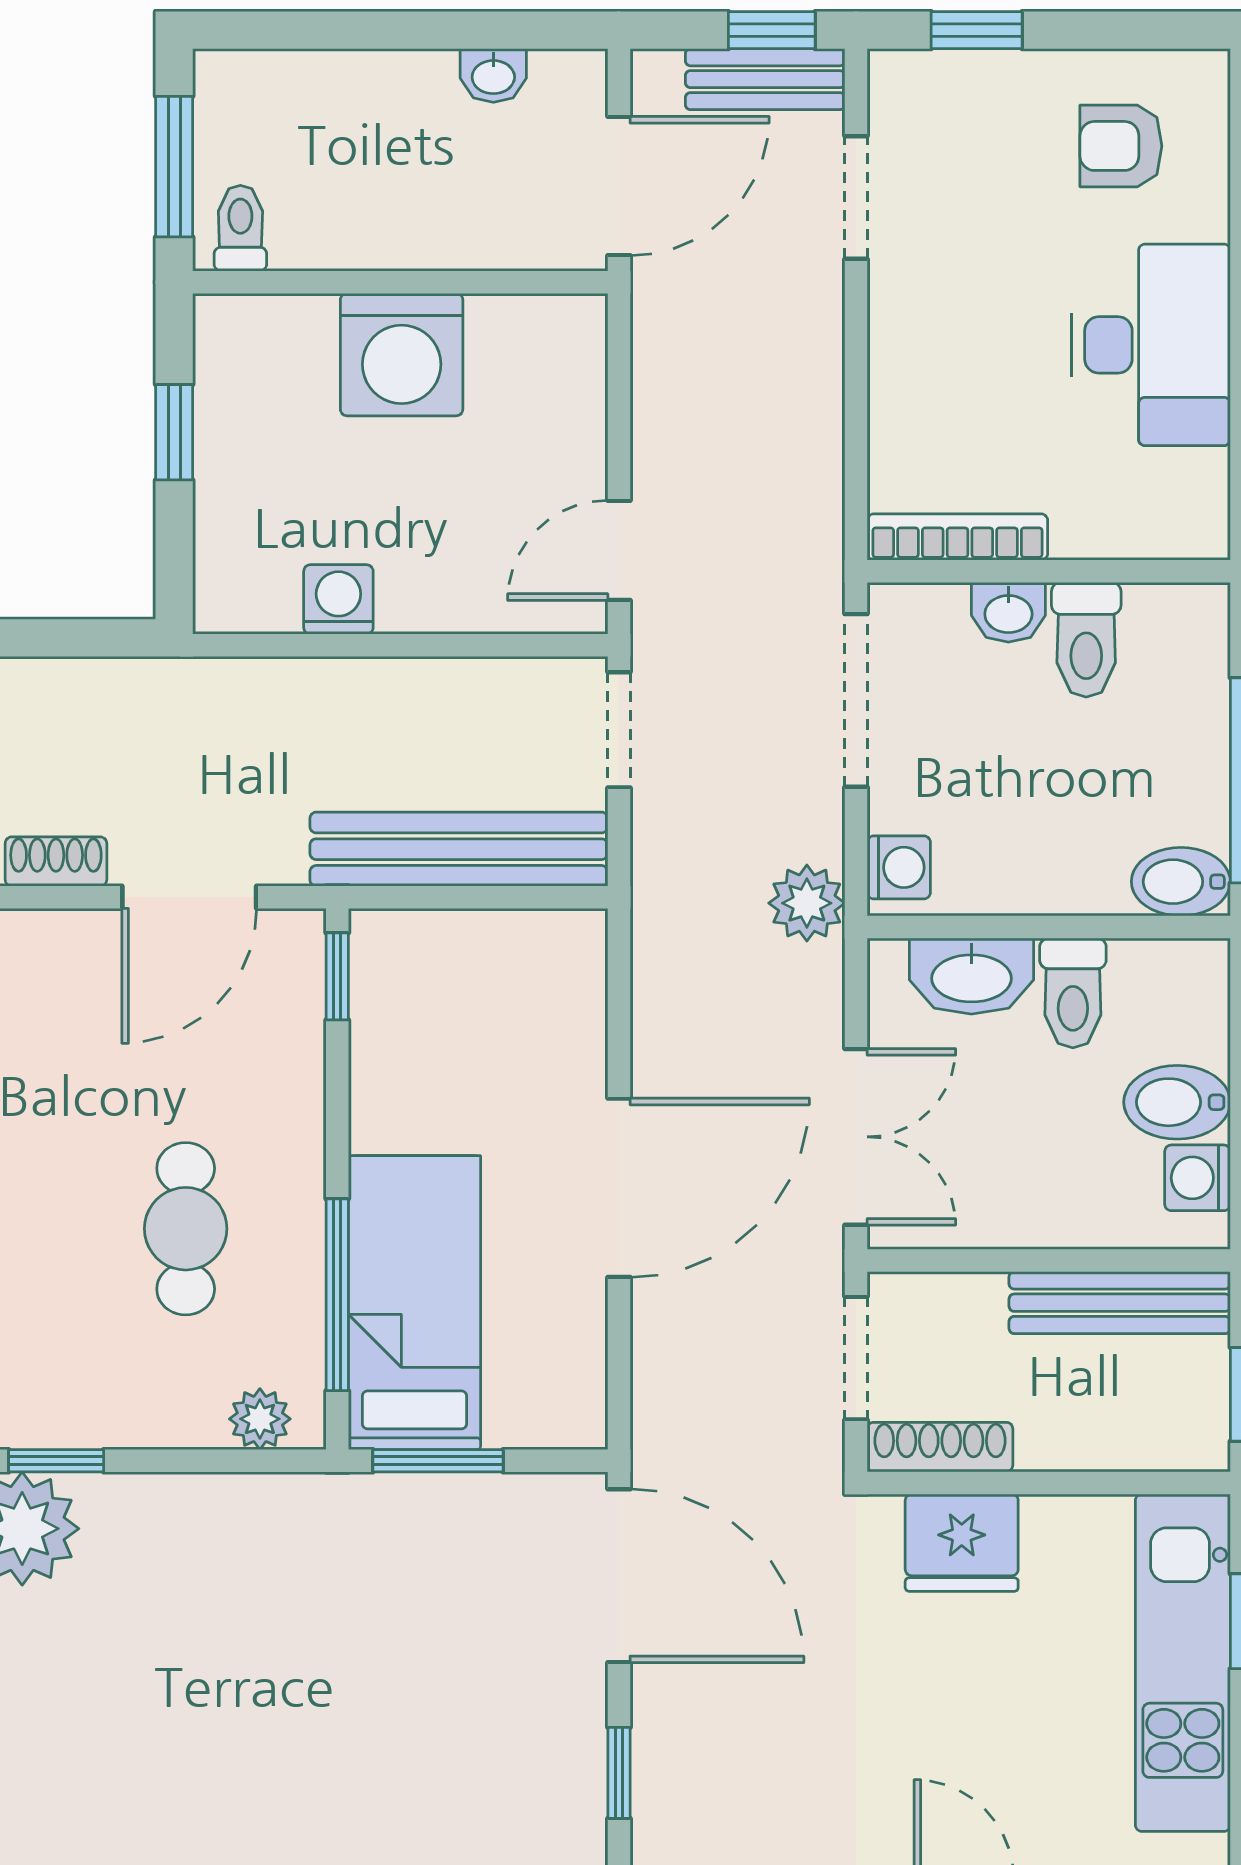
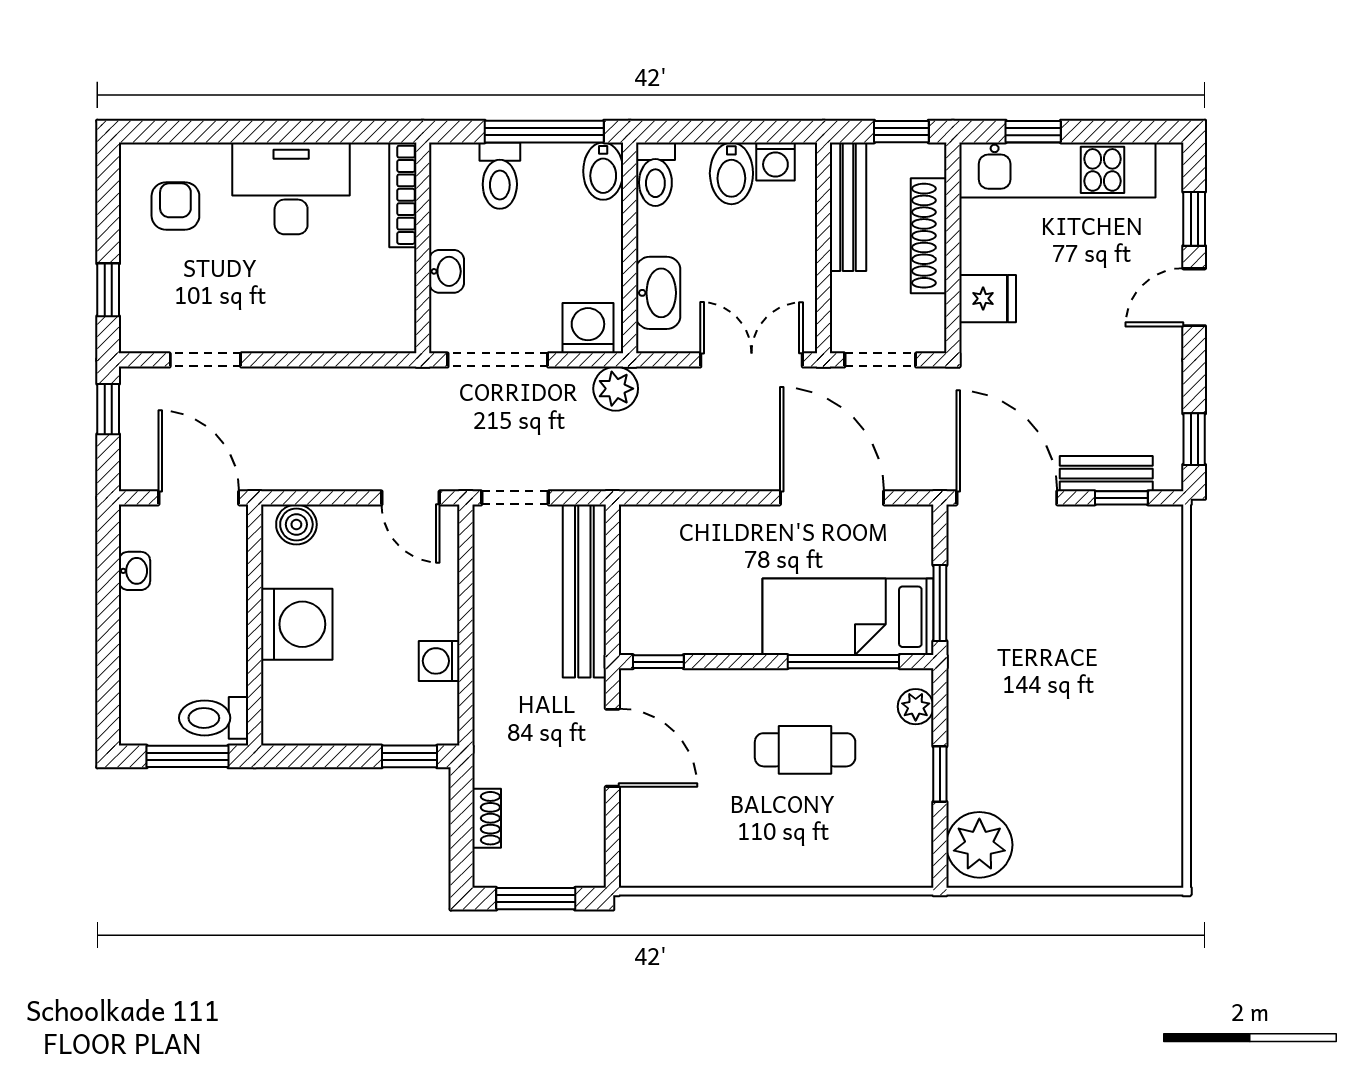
bench: (765, 79) -> (1106, 474), moved, turned 90
armchair: (1121, 146) -> (175, 206), turned 180
toilet: (240, 228) -> (214, 718), width x1.37, depth x1.39
boiler: (573, 354) -> (296, 524), added
window: (174, 432) -> (409, 756), moved
bookcase: (957, 537) -> (403, 195), moved
toilet: (1086, 640) -> (500, 176), moved, turned 90
shoe rack: (56, 862) -> (487, 818), moved, turned 180
washing machine: (899, 867) -> (588, 328), width x1.38, depth x1.38
toilet: (1073, 993) -> (655, 174), moved, turned 90
door: (619, 1188) -> (832, 498), moved
shoe rack: (940, 1447) -> (929, 236), moved, width x1.36, depth x1.24
window: (56, 1461) -> (940, 774), moved
fridge: (962, 1543) -> (988, 299), width x0.72
door: (619, 1576) -> (1007, 498), hinge flipped

